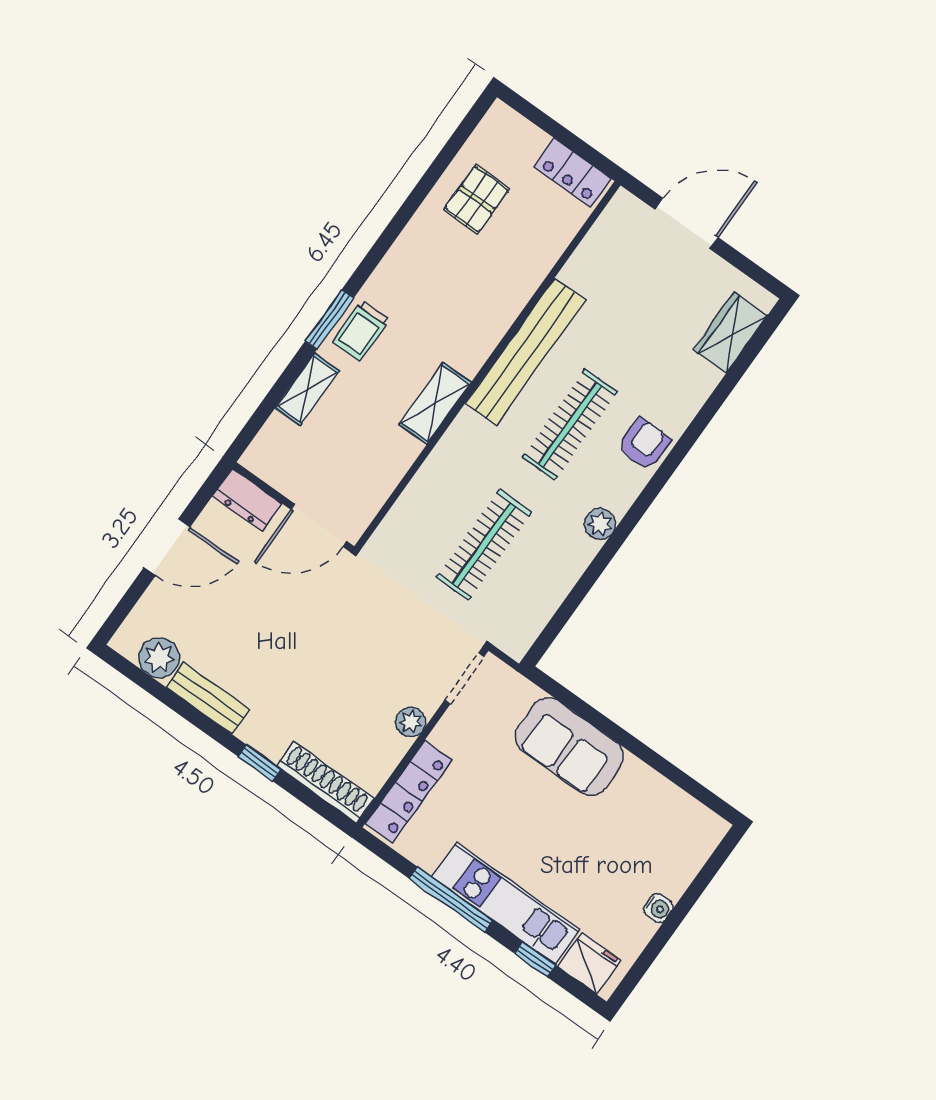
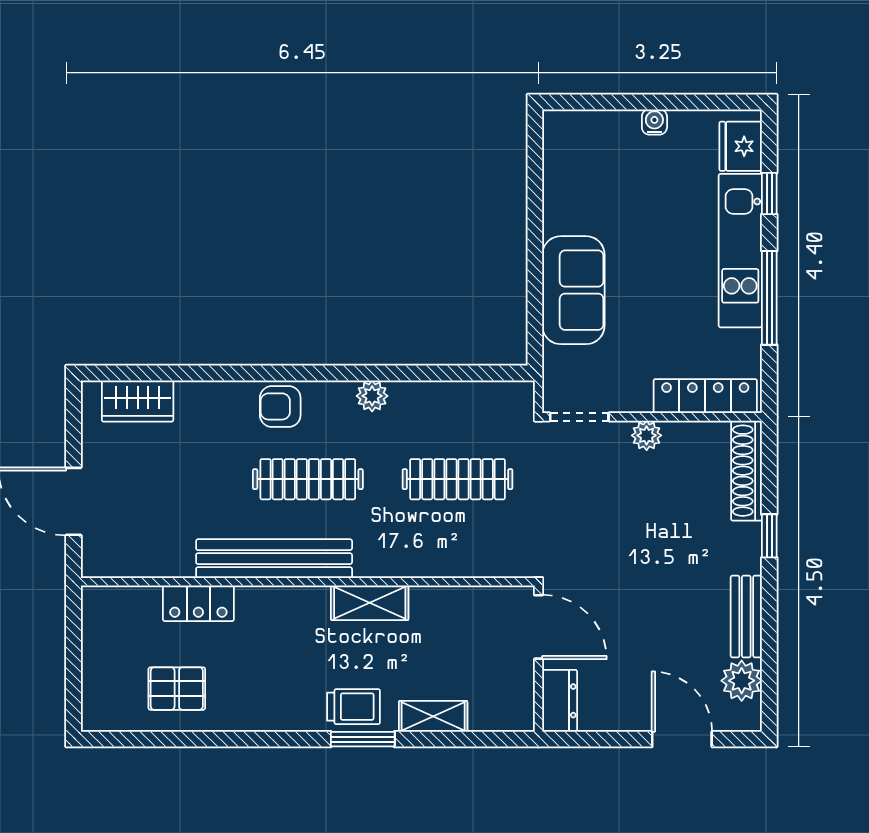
locker: (573, 173) -> (198, 603), moved, turned 90
door: (167, 547) -> (682, 739), moved

